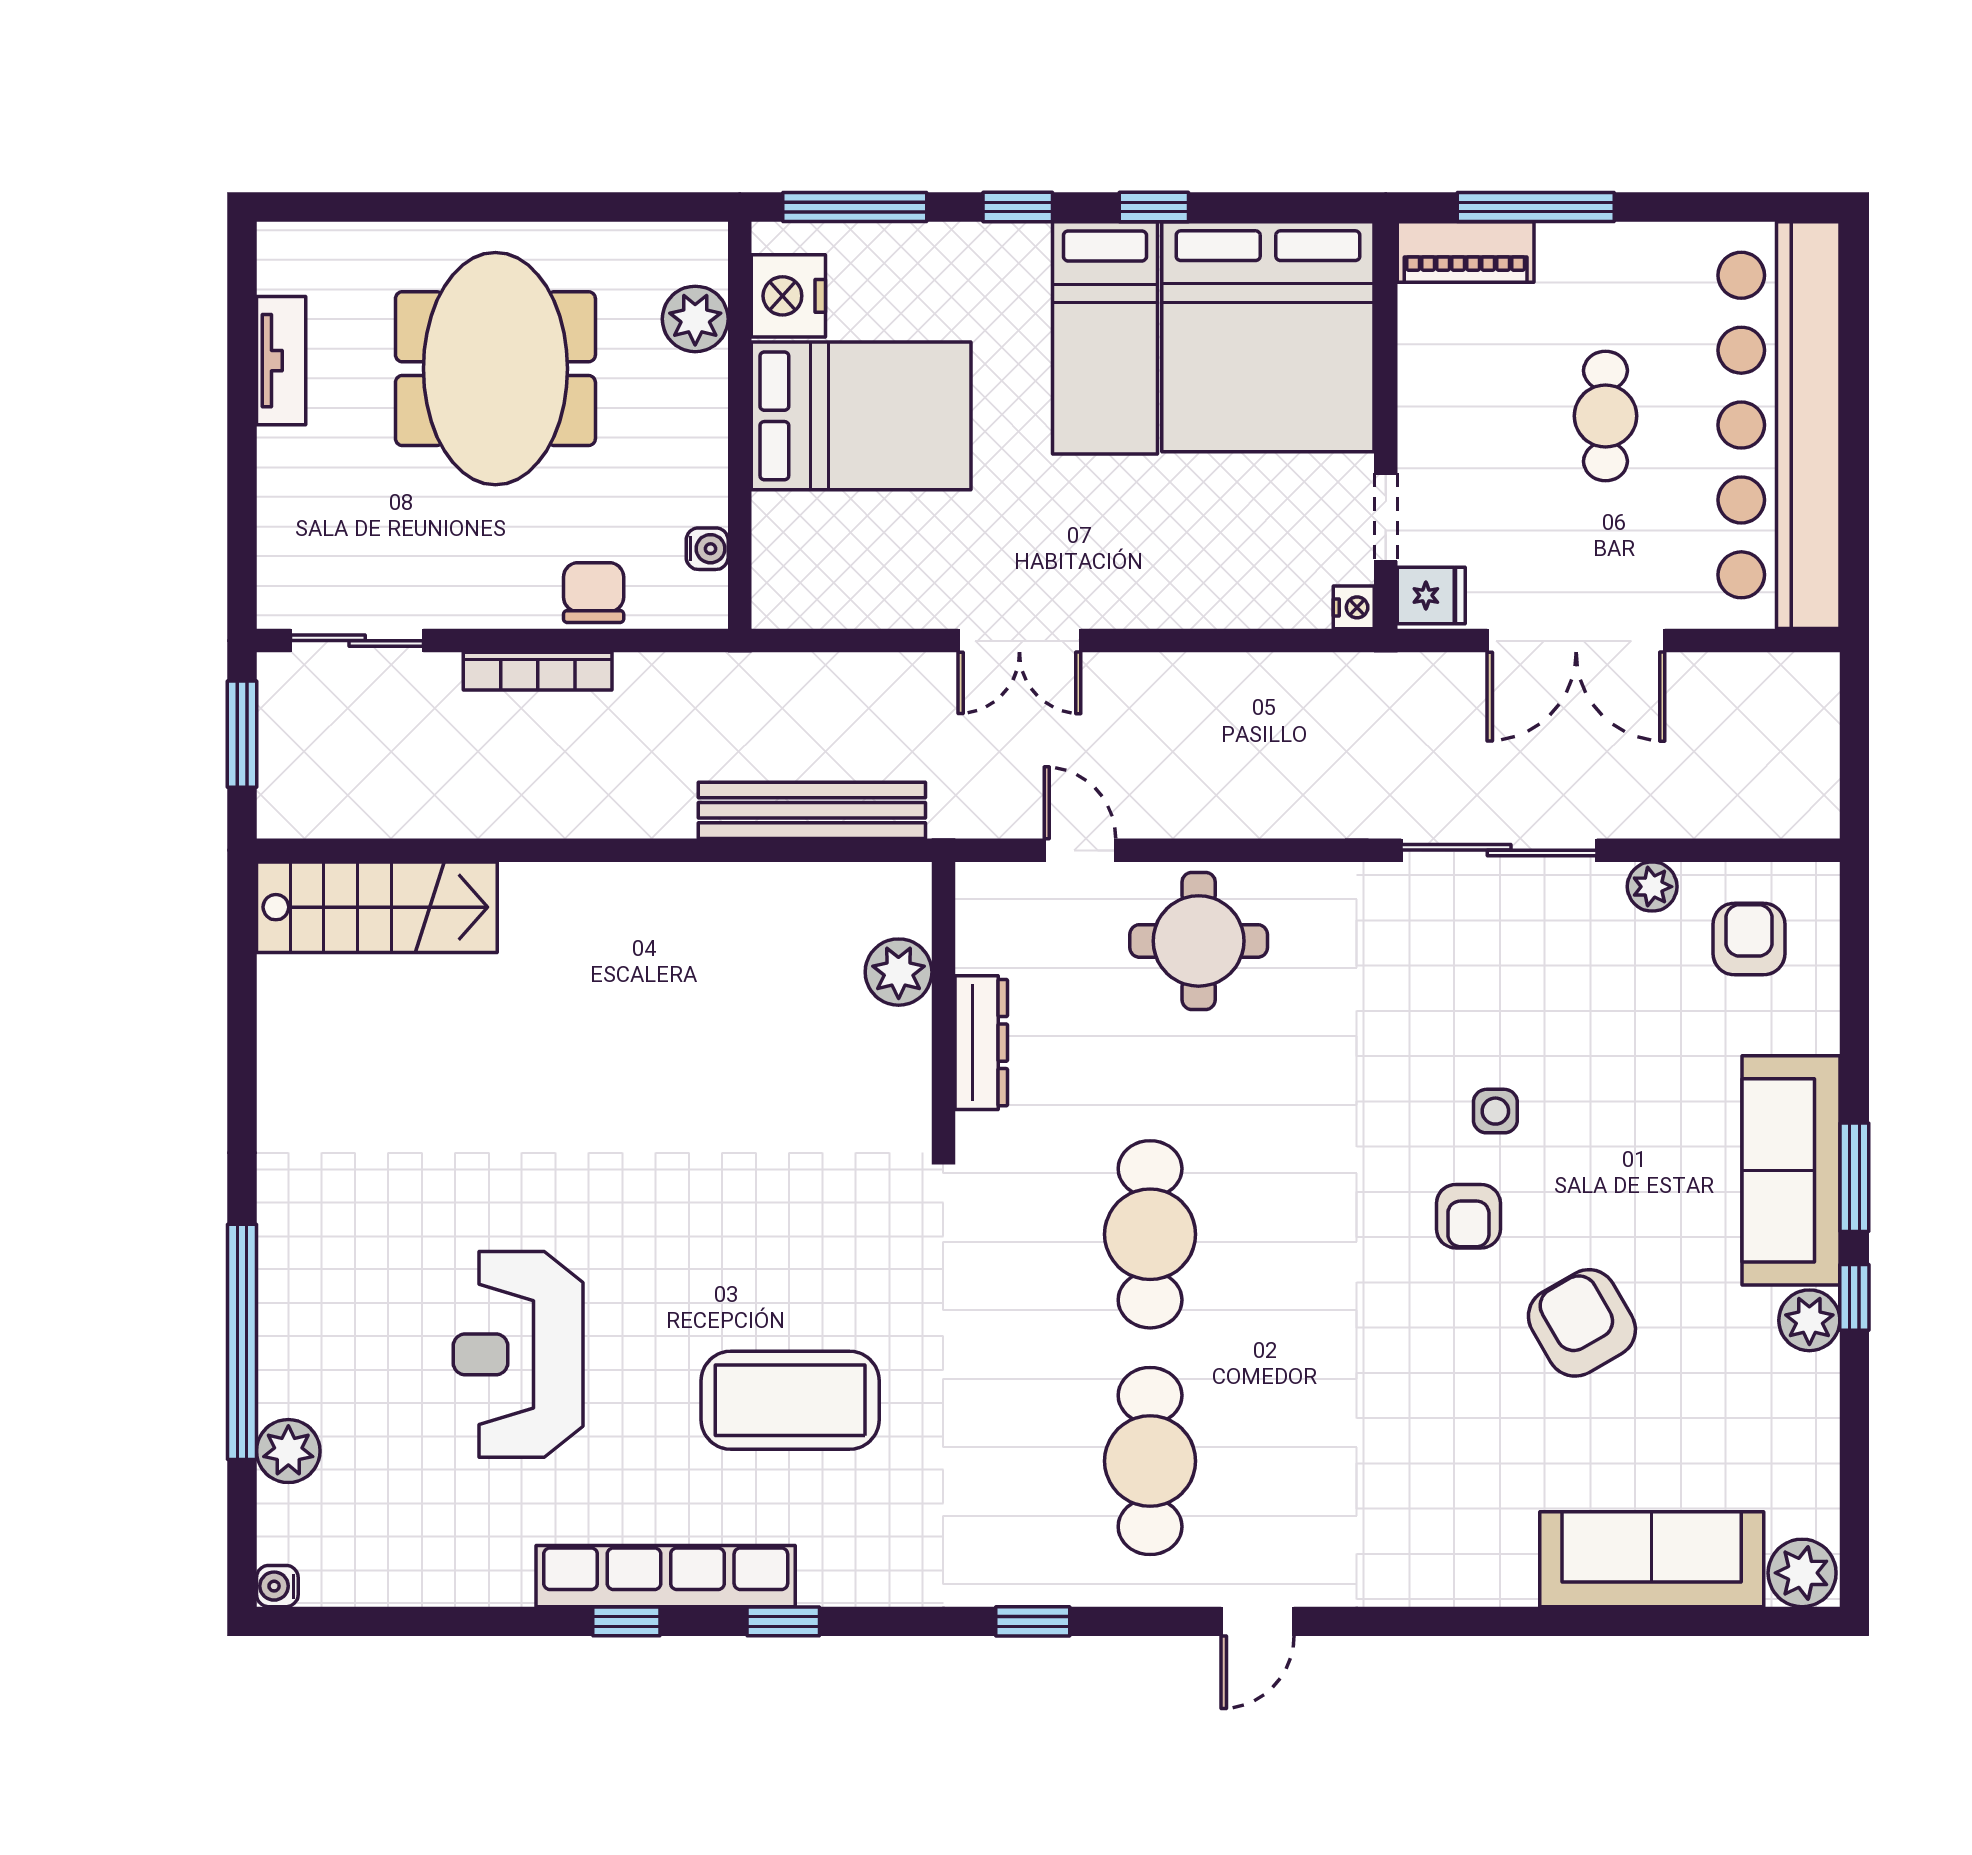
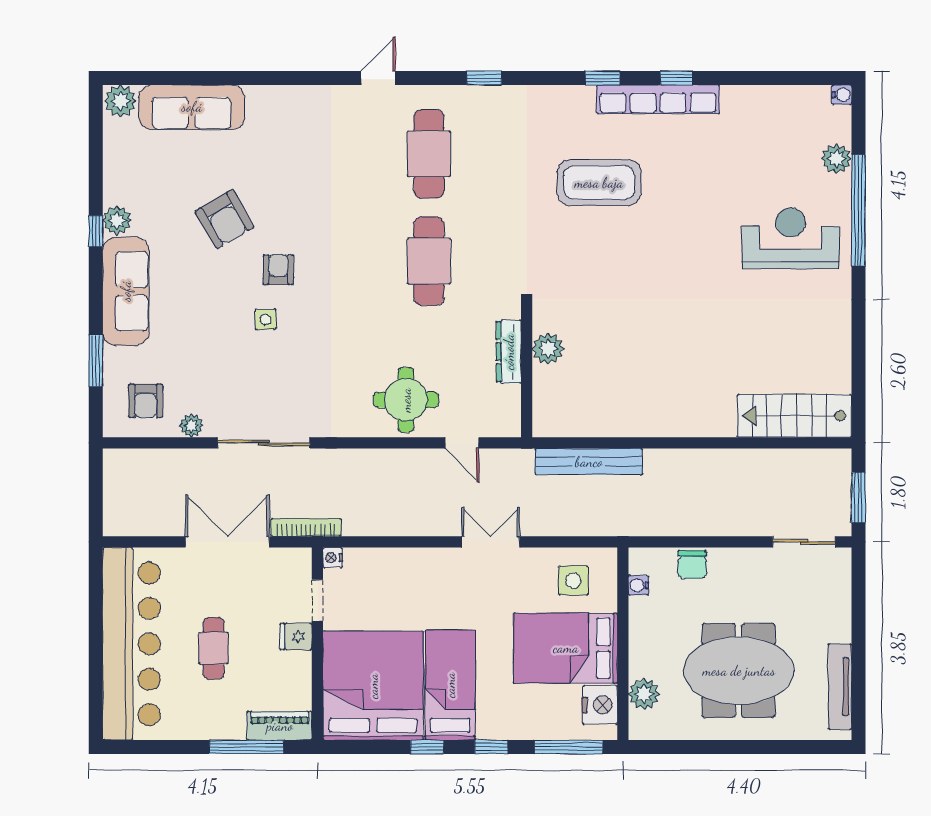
tv unit: (281, 361) -> (840, 687), width x1.41
meeting table: (495, 369) -> (739, 671), turned 90
side table: (845, 559) -> (573, 581), added
fridge: (1431, 595) -> (296, 637), moved
bookcase: (538, 671) -> (306, 527), moved
plant: (899, 972) -> (548, 349), moved
window: (1854, 1177) -> (96, 361), moved
reception desk: (518, 1354) -> (790, 238), moved, turned -90

